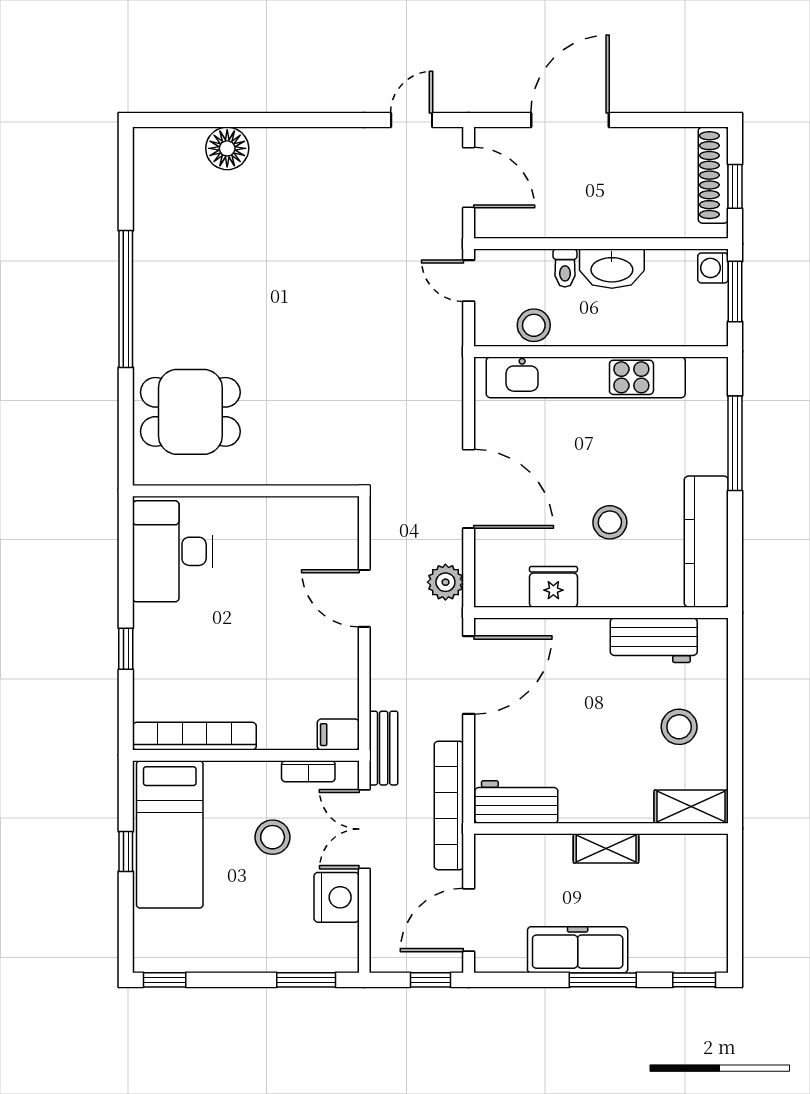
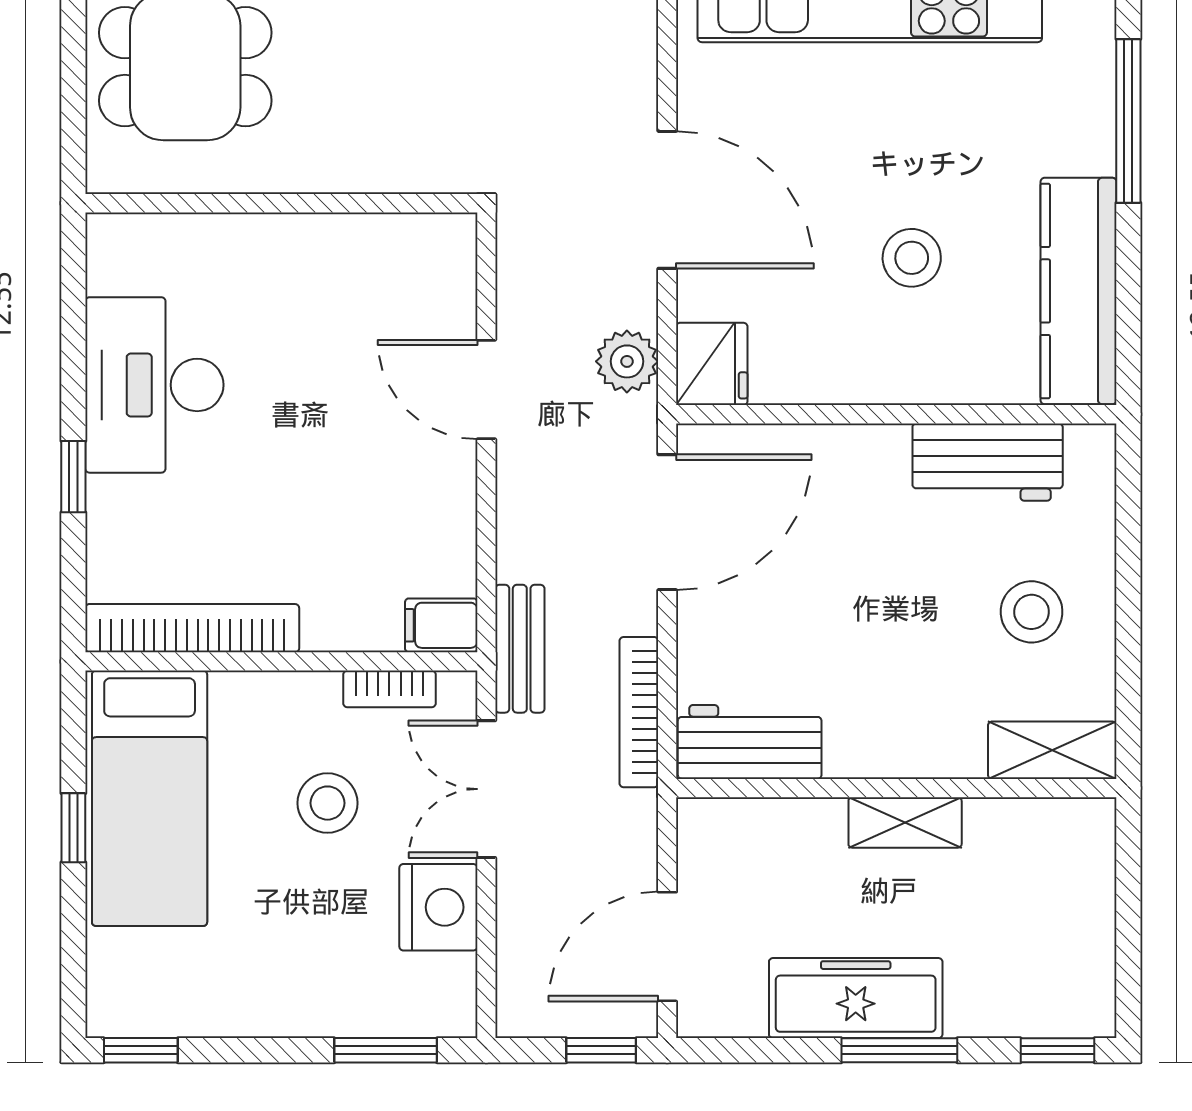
desk: (173, 551) -> (154, 385), moved
fridge: (553, 587) -> (712, 364), moved, turned 90
bookcase: (449, 806) -> (639, 712), width x0.68, depth x0.76

